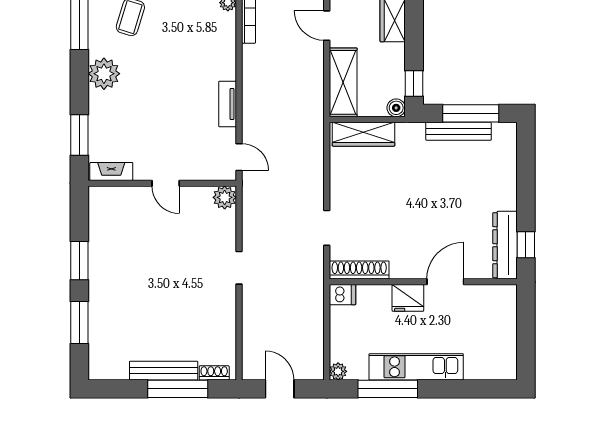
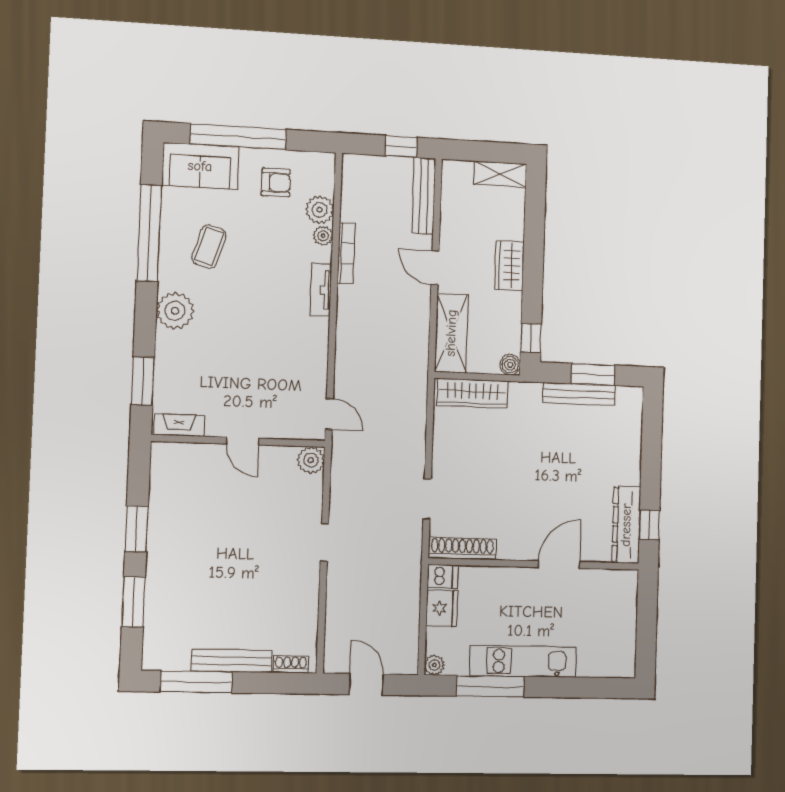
tv unit: (228, 104) -> (321, 290), moved
window: (471, 113) -> (593, 374), width x0.69
fridge: (408, 298) -> (442, 608), moved, turned -90
window: (178, 389) -> (196, 682), moved

